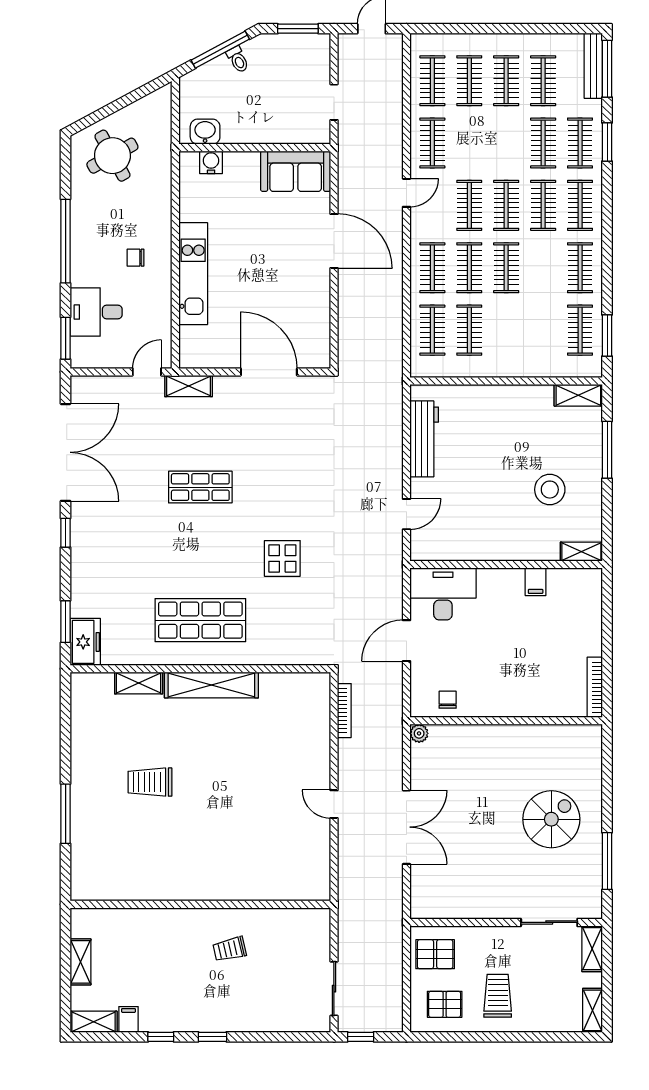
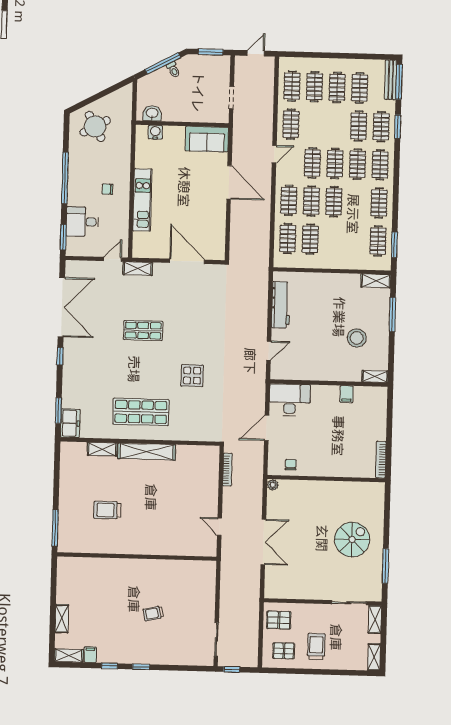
wall: (200, 904) -> (137, 557), moved

